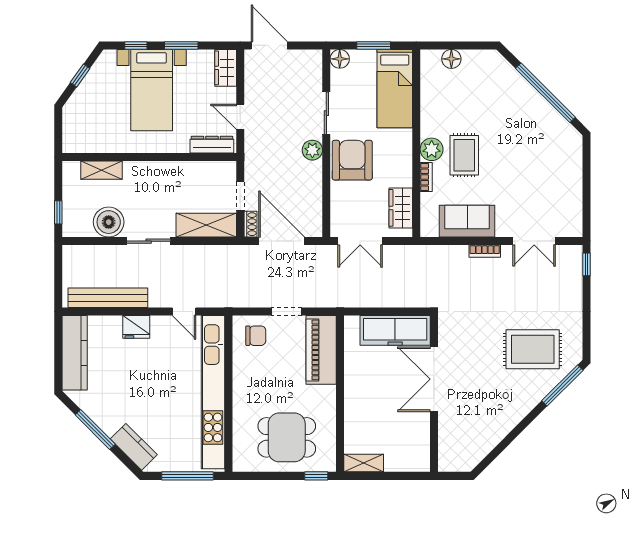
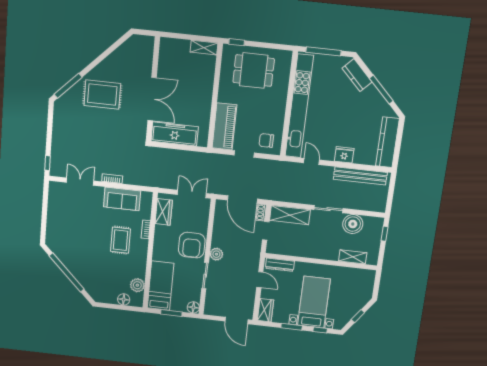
plant: (432, 149) -> (137, 285), moved
rug: (533, 349) -> (102, 95), moved

